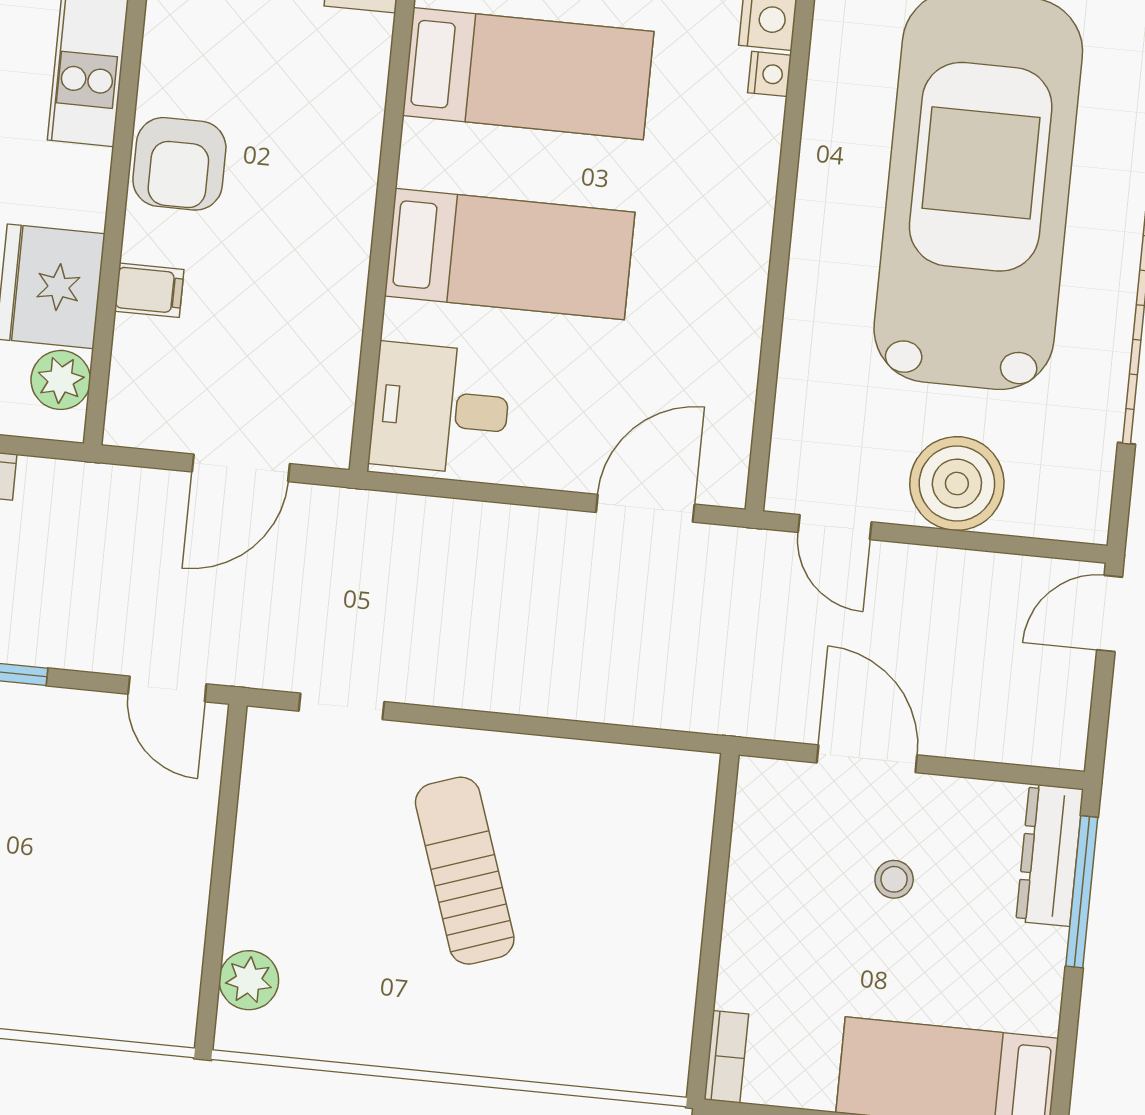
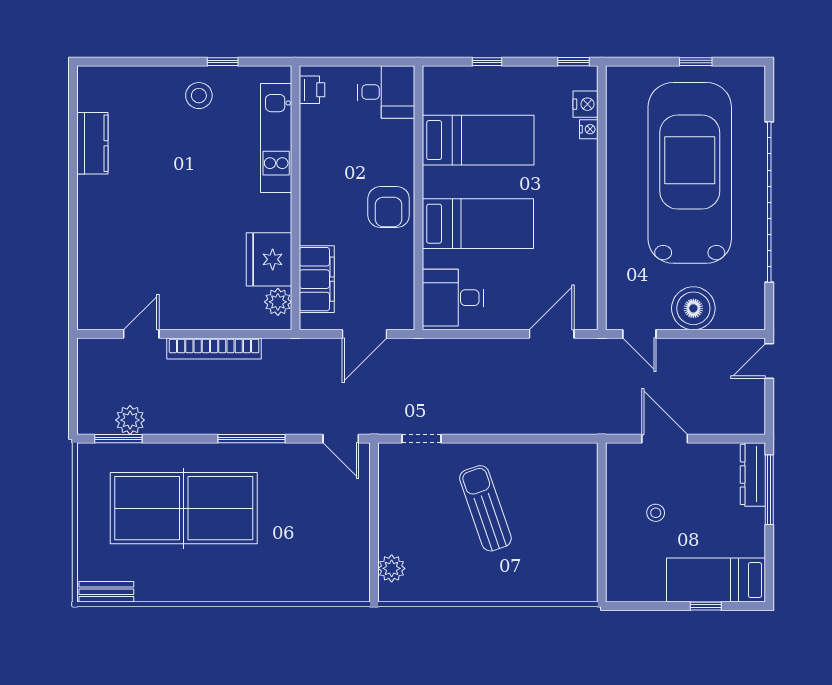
armchair: (179, 164) -> (389, 207), moved
filing cabinet: (149, 290) -> (317, 279), width x3.00, depth x1.17
stool: (894, 879) -> (656, 513), moved
bookcase: (726, 1057) -> (614, 582), removed

